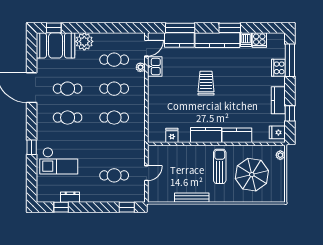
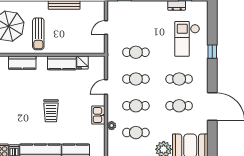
door: (146, 48) -> (106, 87), moved
kitchen sink: (155, 67) -> (98, 115), moved
kitchen counter: (206, 135) -> (62, 63), moved
checkout: (59, 161) -> (187, 39), turned -90
cafe table: (114, 175) -> (136, 52), moved

